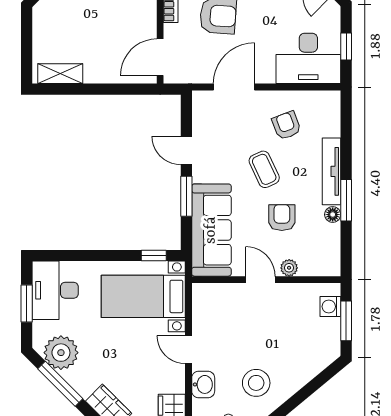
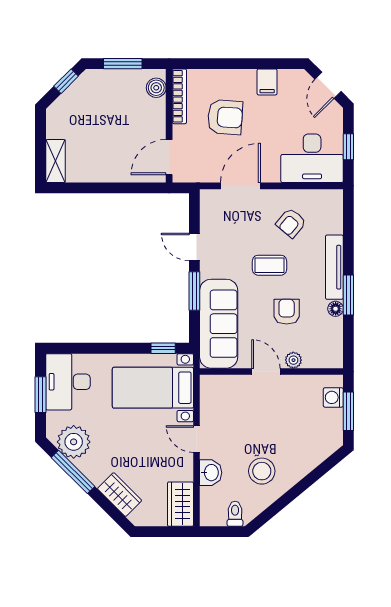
shelving: (60, 74) -> (55, 161), moved, turned 90
armchair: (286, 125) -> (291, 223), turned -119
coffee table: (264, 169) -> (269, 265), turned -65

